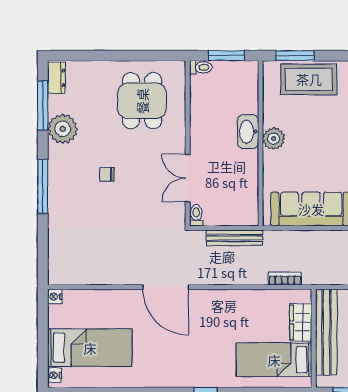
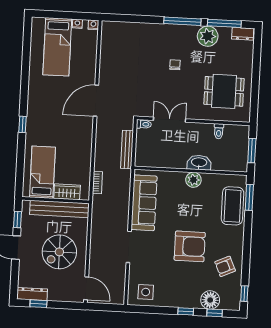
toilet: (201, 67) -> (219, 131), moved
window: (43, 186) -> (182, 21), moved
nightstand: (54, 375) -> (77, 24), moved

